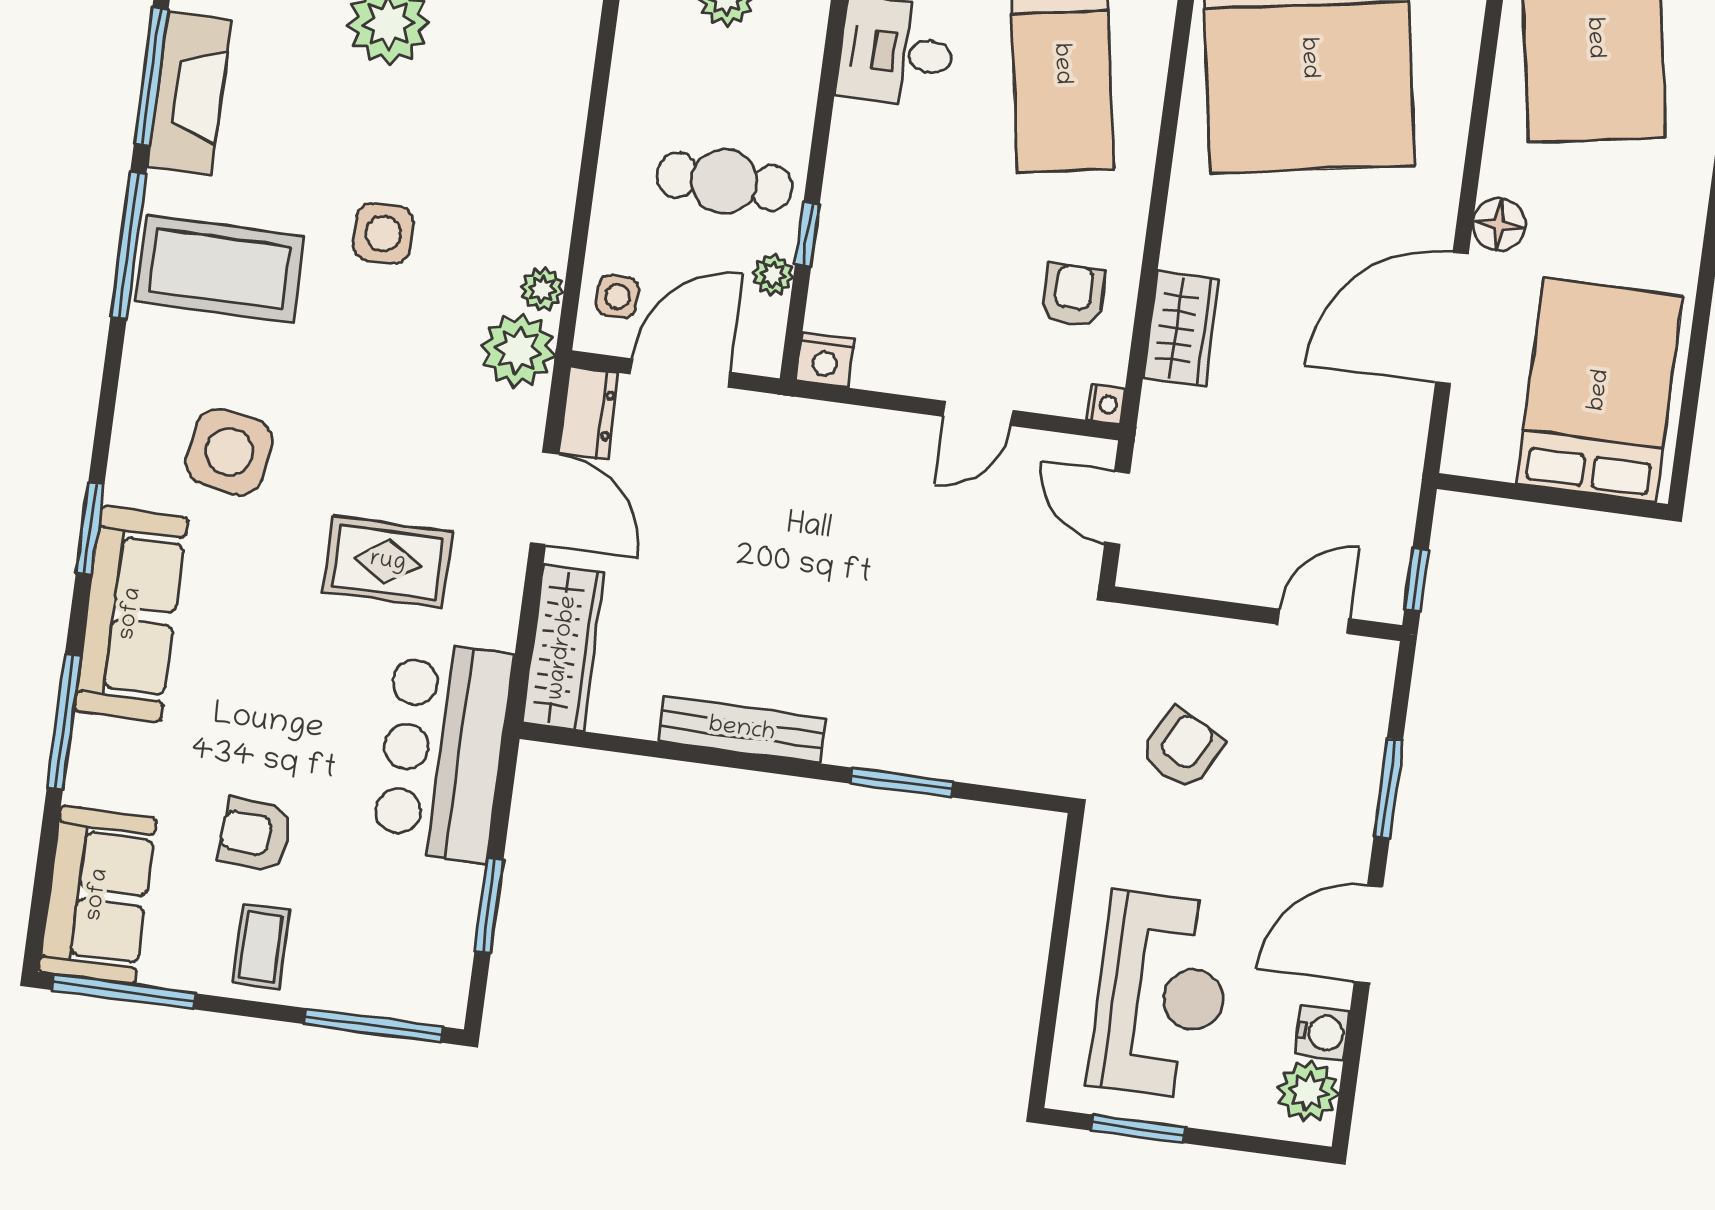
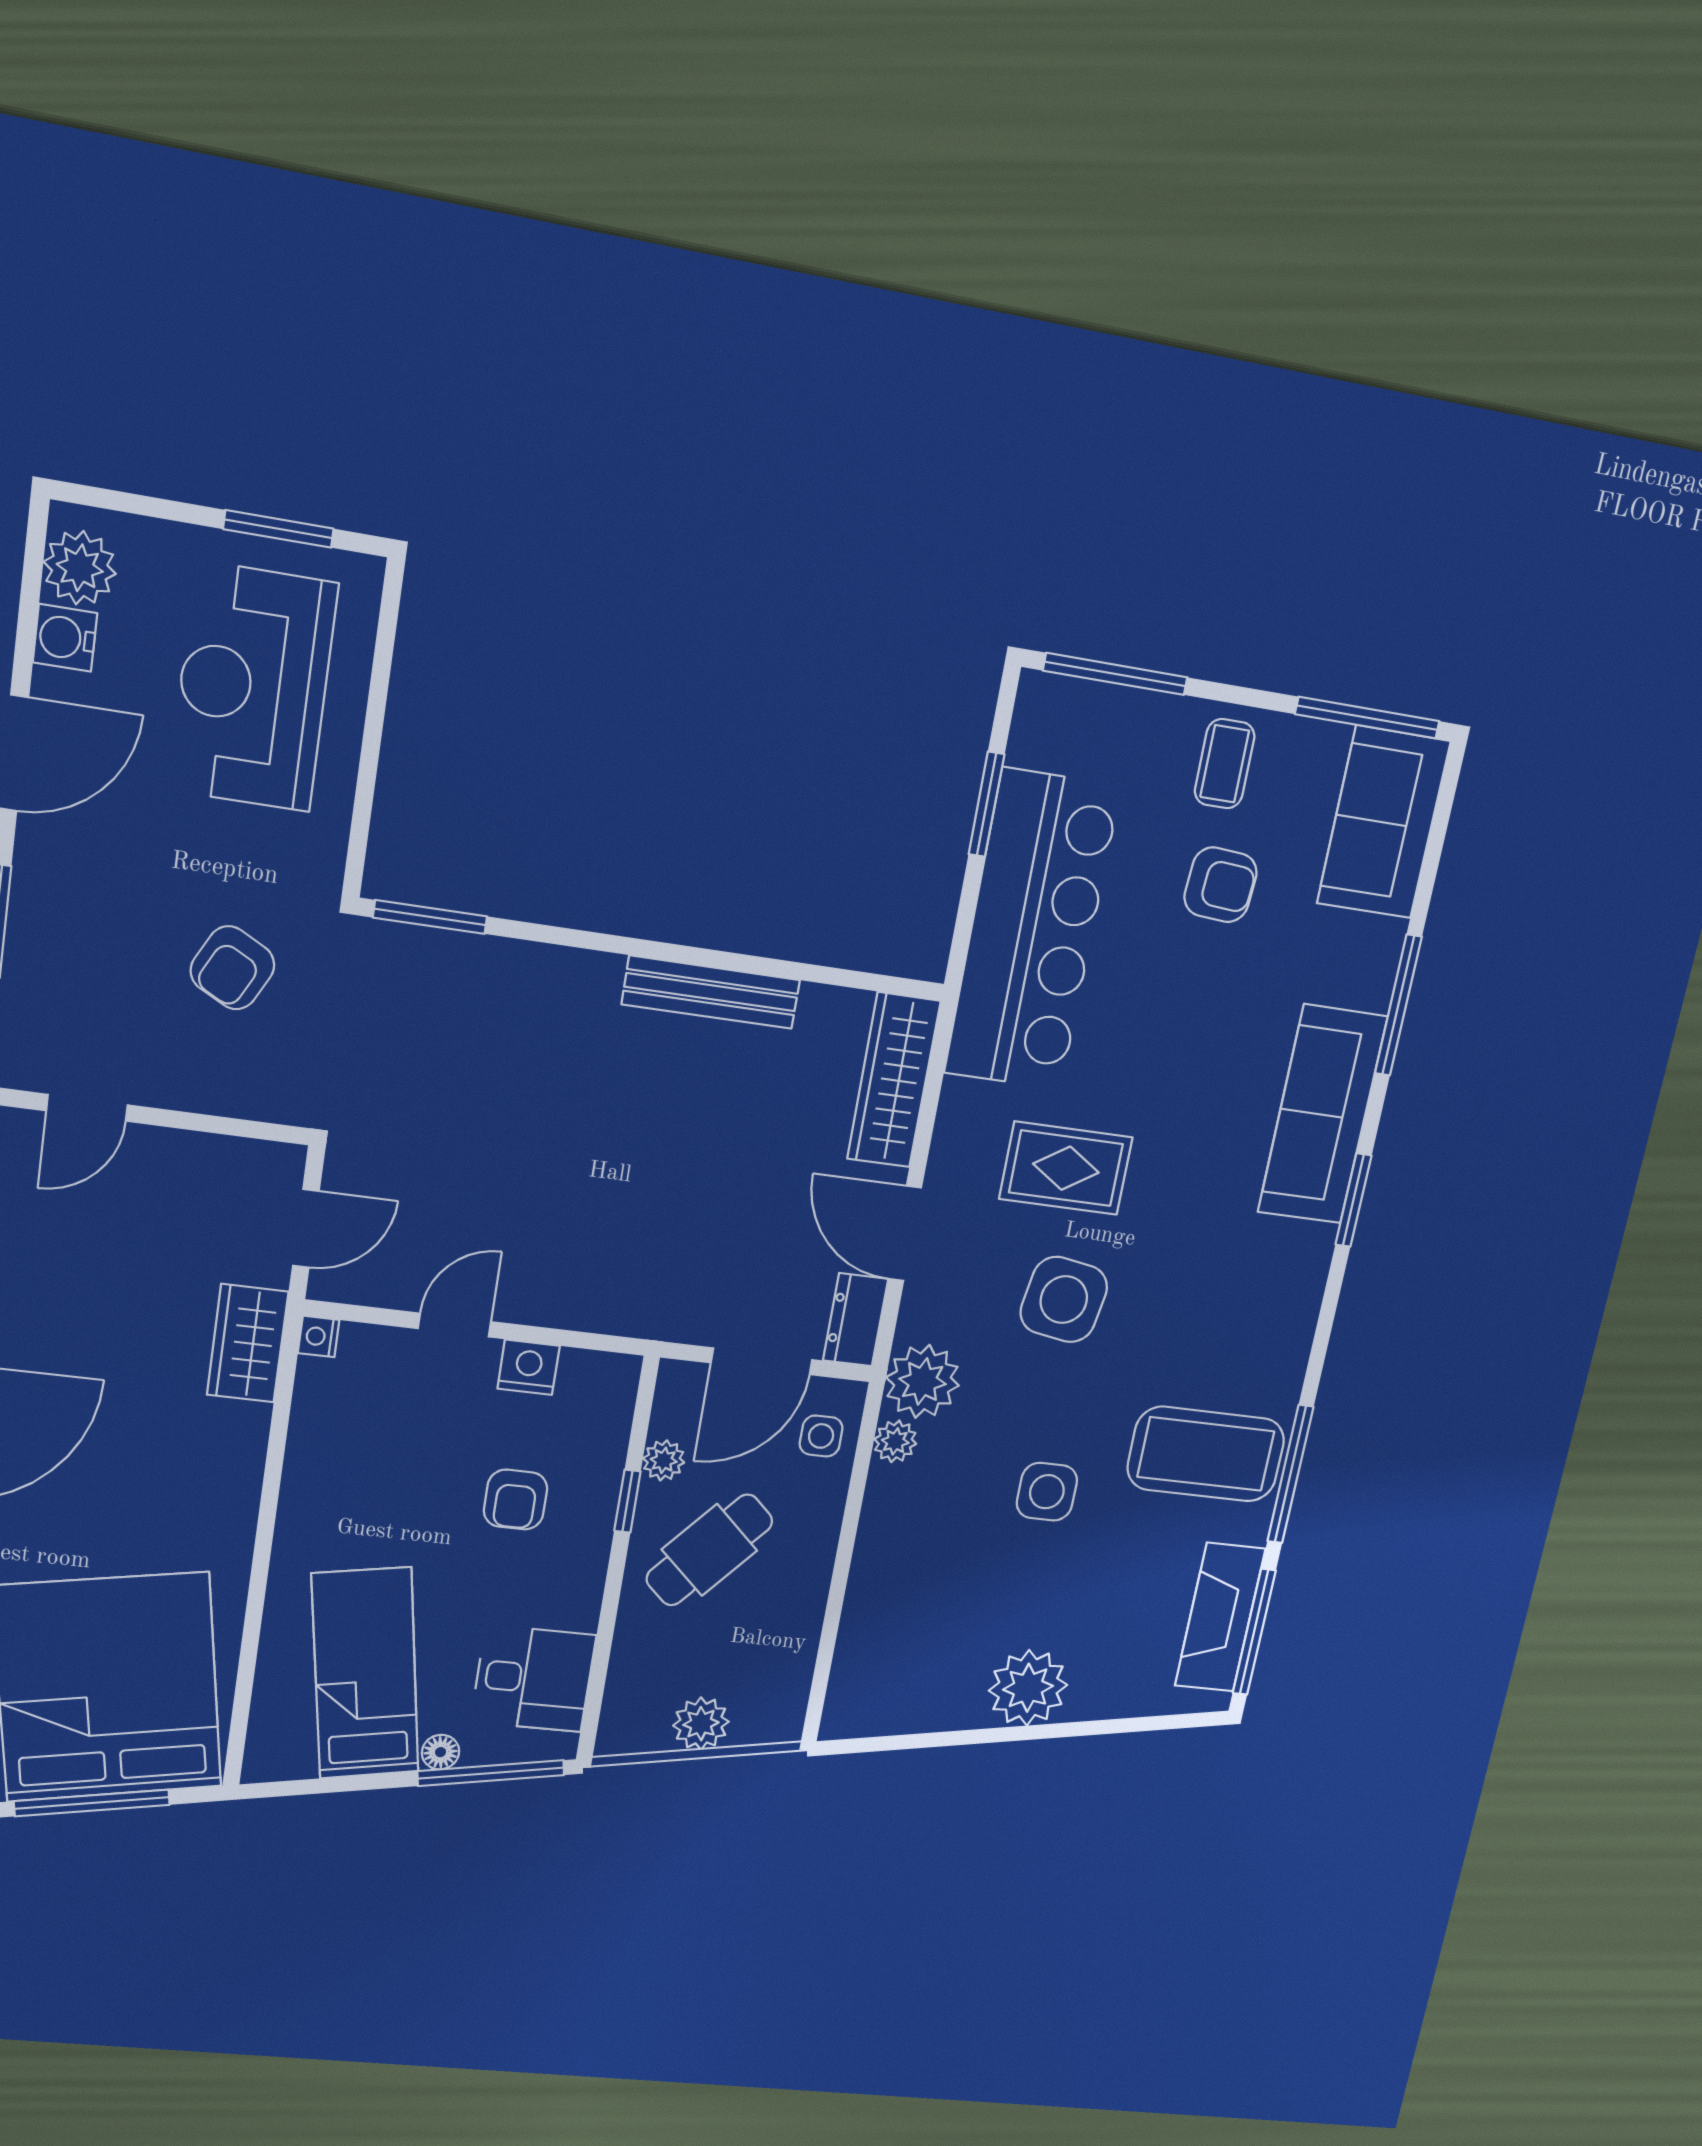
cafe table: (724, 181) -> (709, 1550), turned -48
armchair: (1073, 296) -> (515, 1500), moved
wardrobe: (1181, 329) -> (248, 1343), moved
nightstand: (825, 360) -> (529, 1367), moved
side table: (229, 452) -> (1064, 1300), moved
door: (1117, 508) -> (306, 1228), hinge flipped
bar counter: (442, 751) -> (1032, 931), width x1.36
window: (902, 782) -> (430, 917), moved

